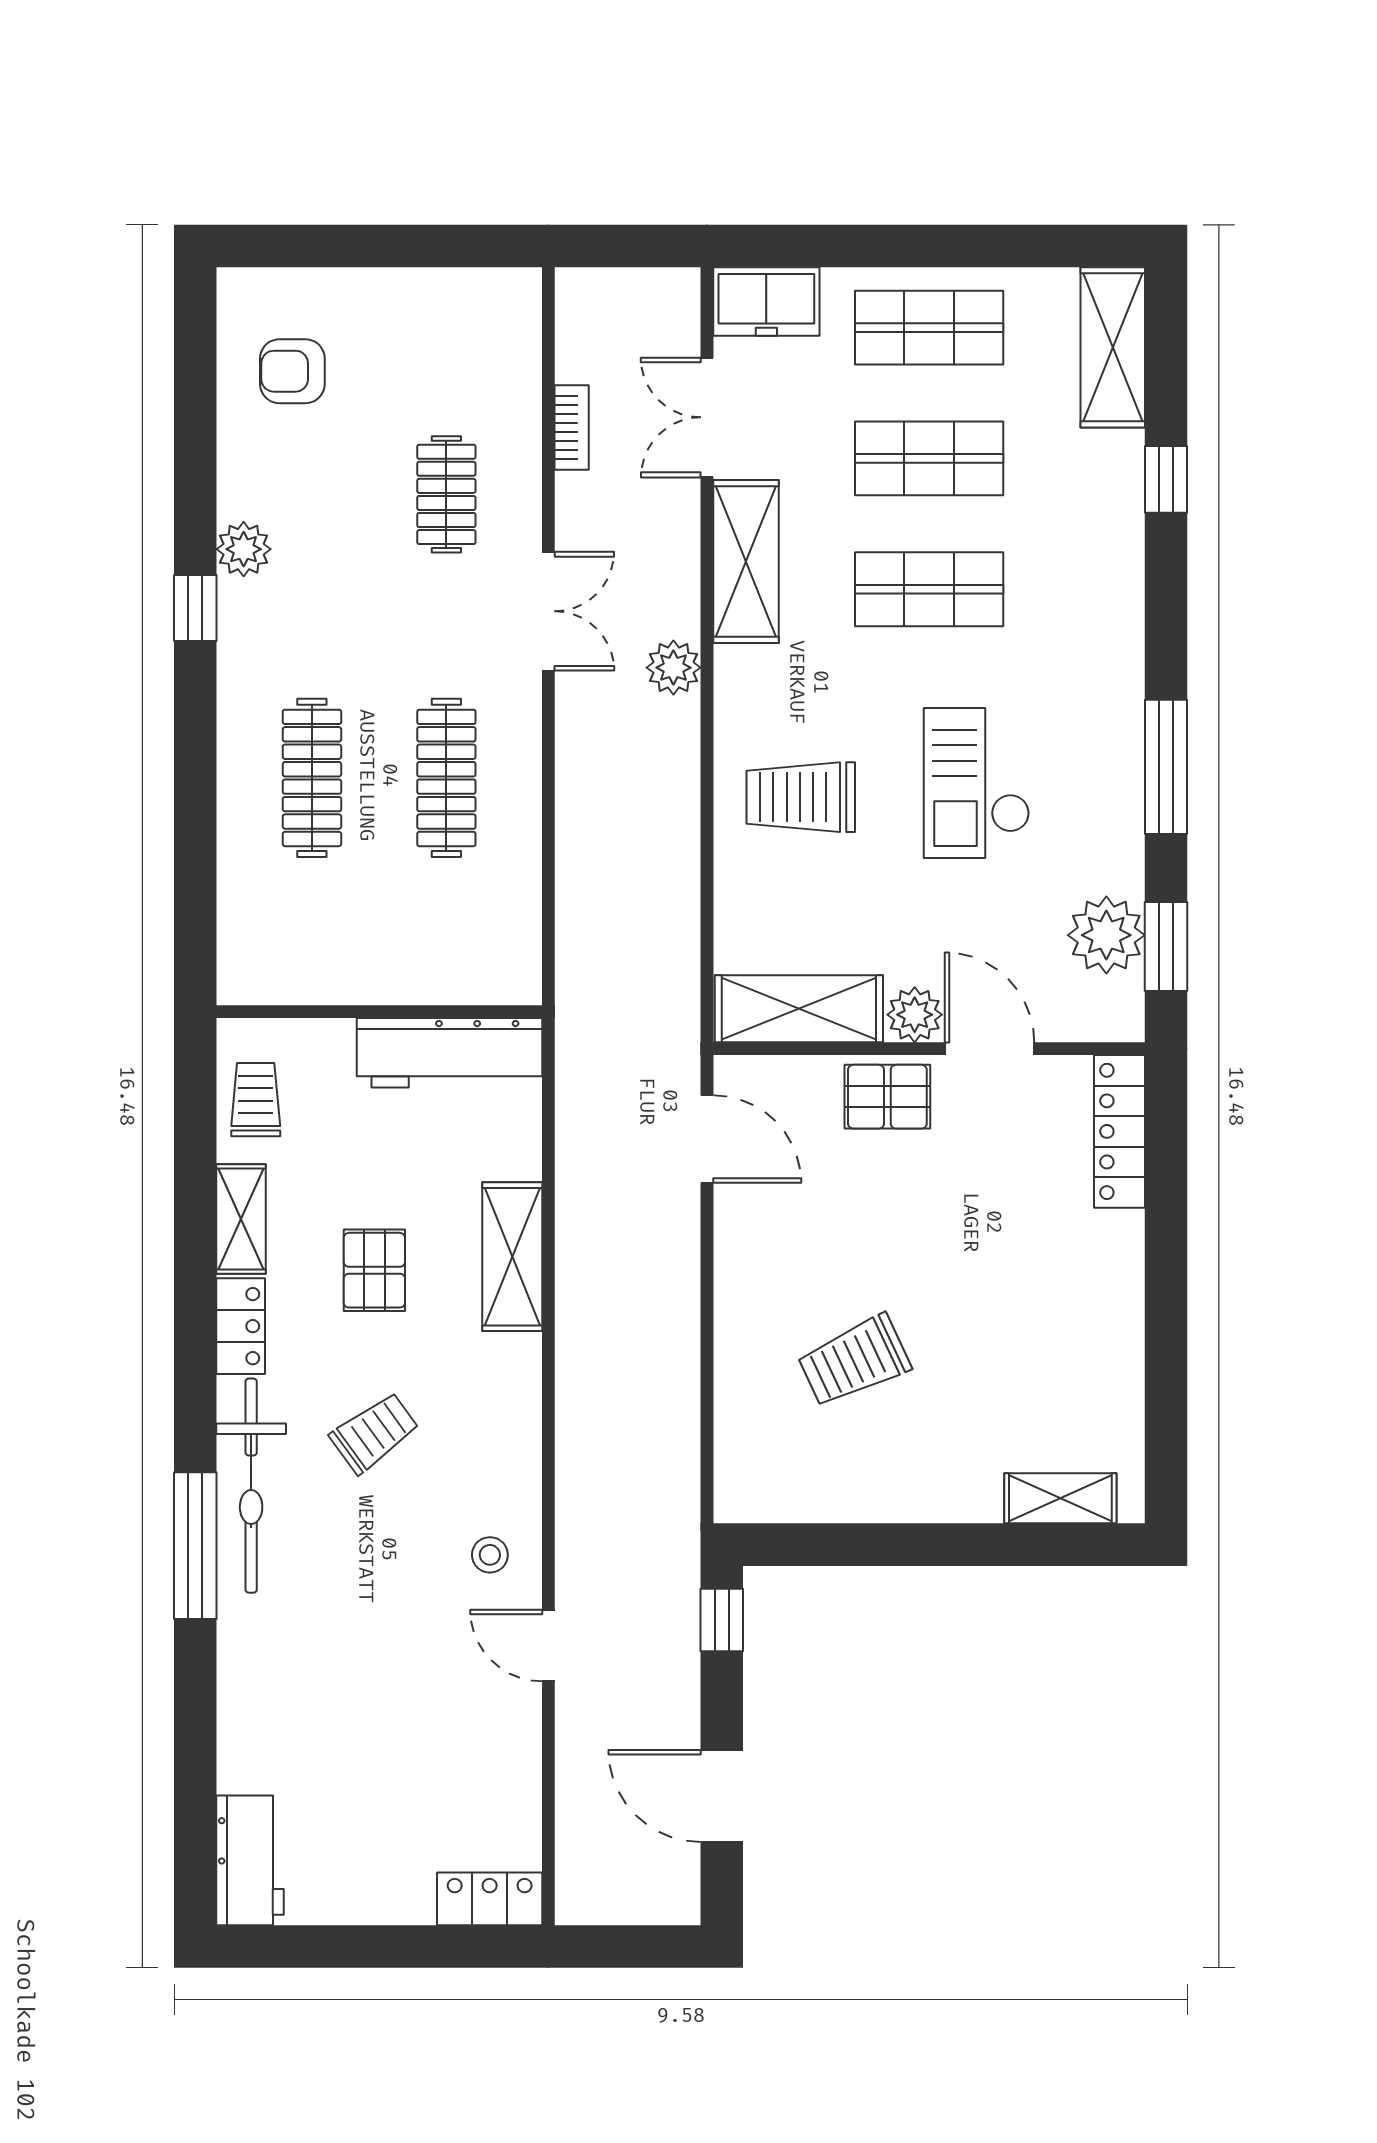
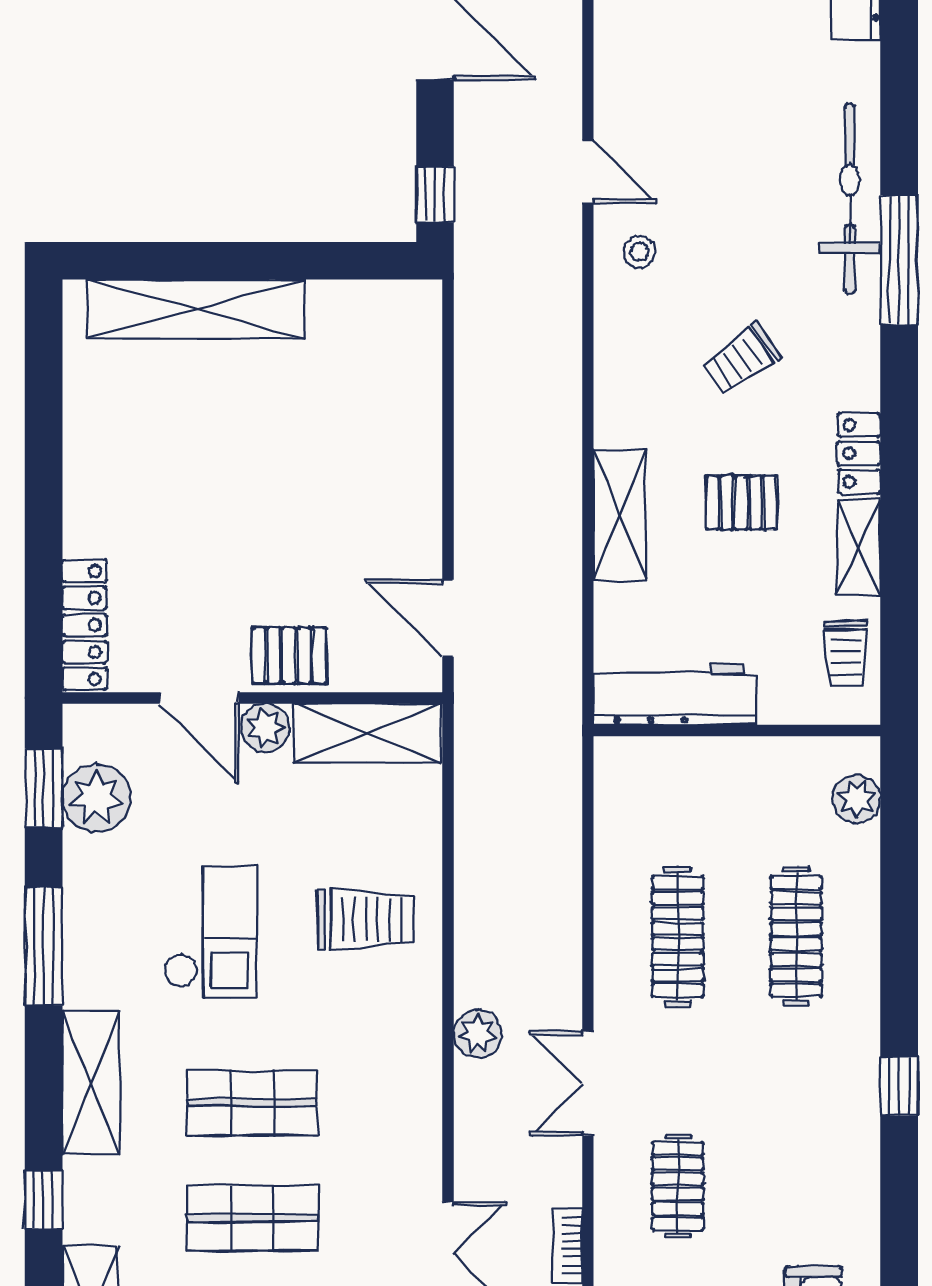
plant: (244, 549) -> (856, 799), moved
shelving: (746, 561) -> (91, 1083), moved
pallet: (374, 1270) -> (741, 503), turned 90
trolley: (854, 1361) -> (318, 423), removed
bicycle: (251, 1486) -> (850, 199), moved
shelving: (1060, 1498) -> (196, 309), width x2.20, depth x1.33

